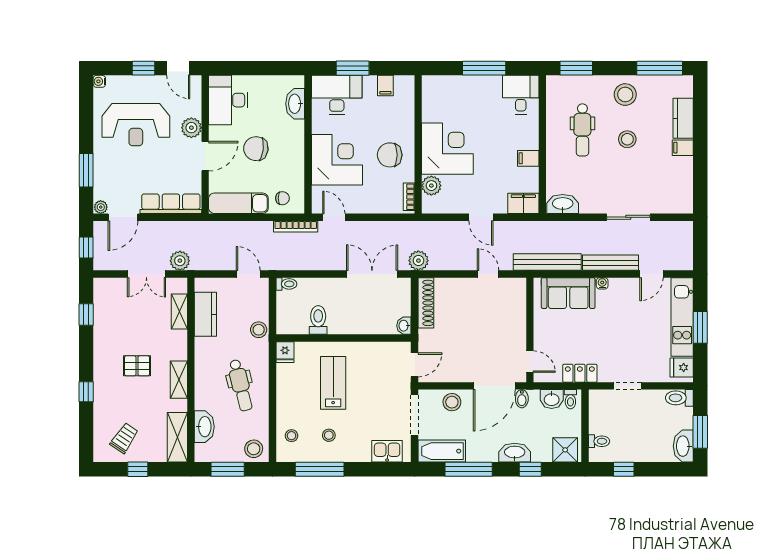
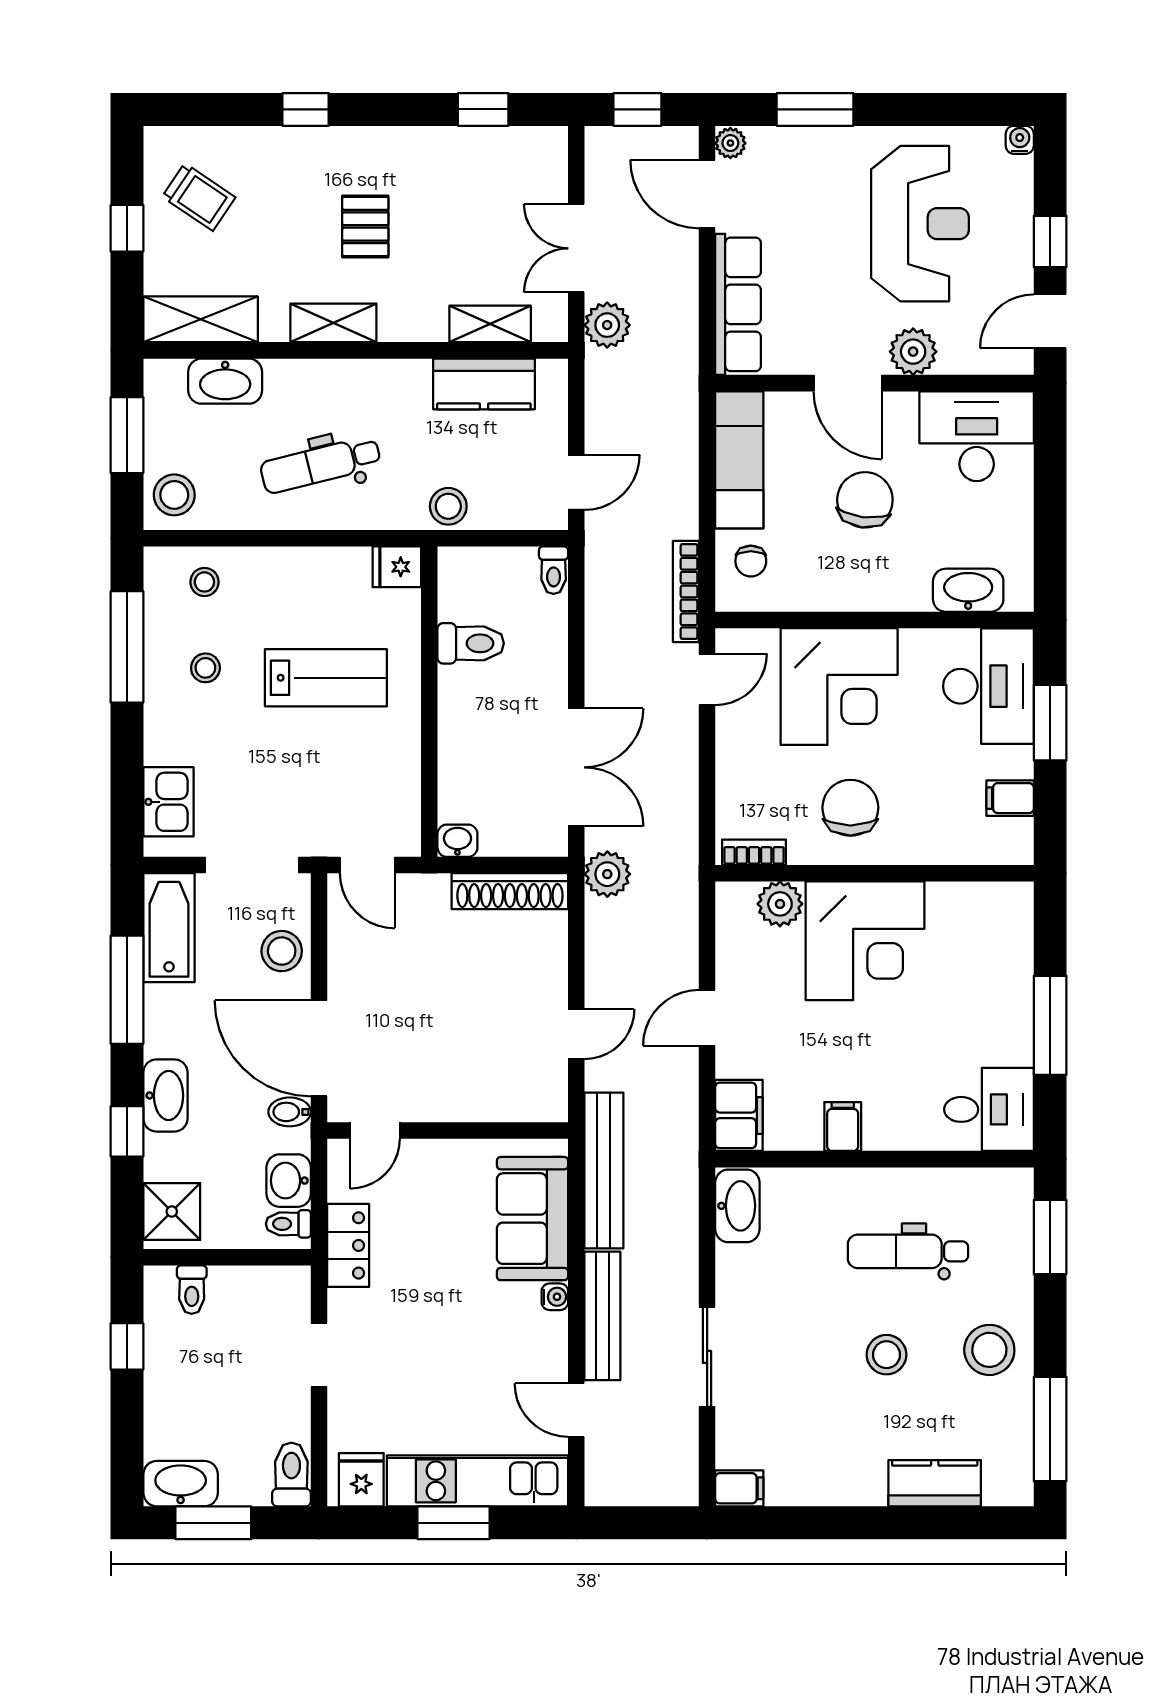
reception desk: (136, 125) -> (920, 224), turned 180
filing cabinet: (683, 148) -> (739, 1488), moved, turned 90

